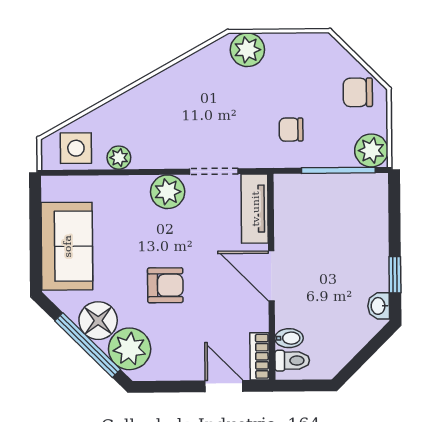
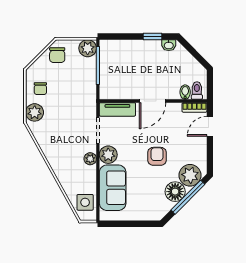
chair: (291, 130) -> (40, 89), moved
plant: (119, 158) -> (90, 159), moved
sofa: (67, 246) -> (113, 188), moved, turned 90

